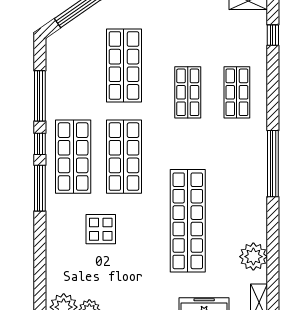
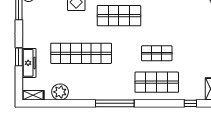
shop shelf: (124, 65) -> (173, 16), removed
shop shelf: (237, 92) -> (157, 82), width x1.43, depth x1.36

